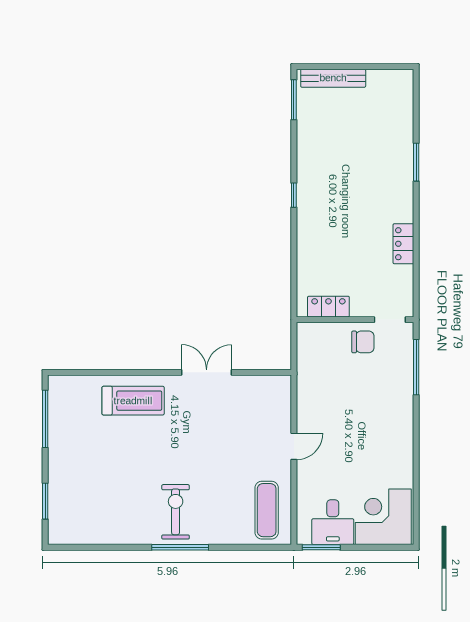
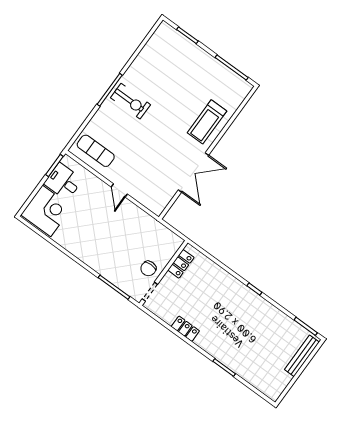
double door: (207, 372) -> (193, 172), width x1.37

